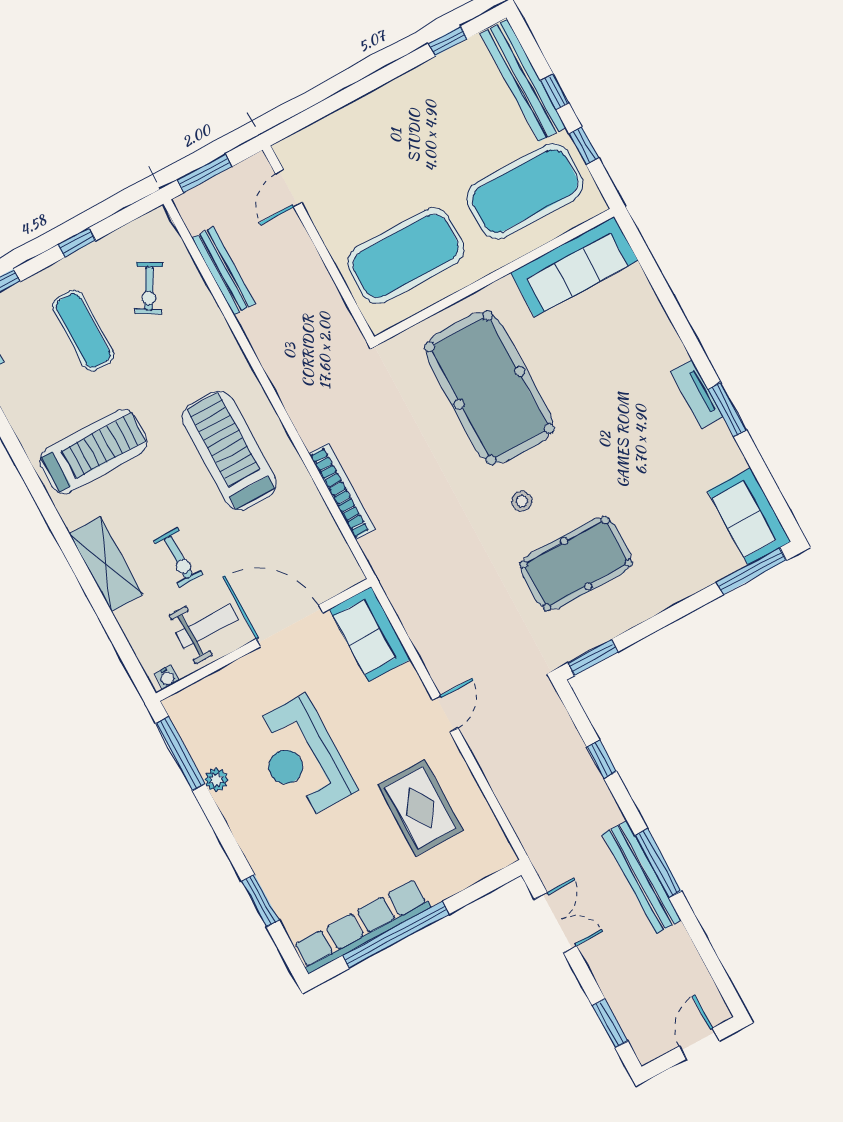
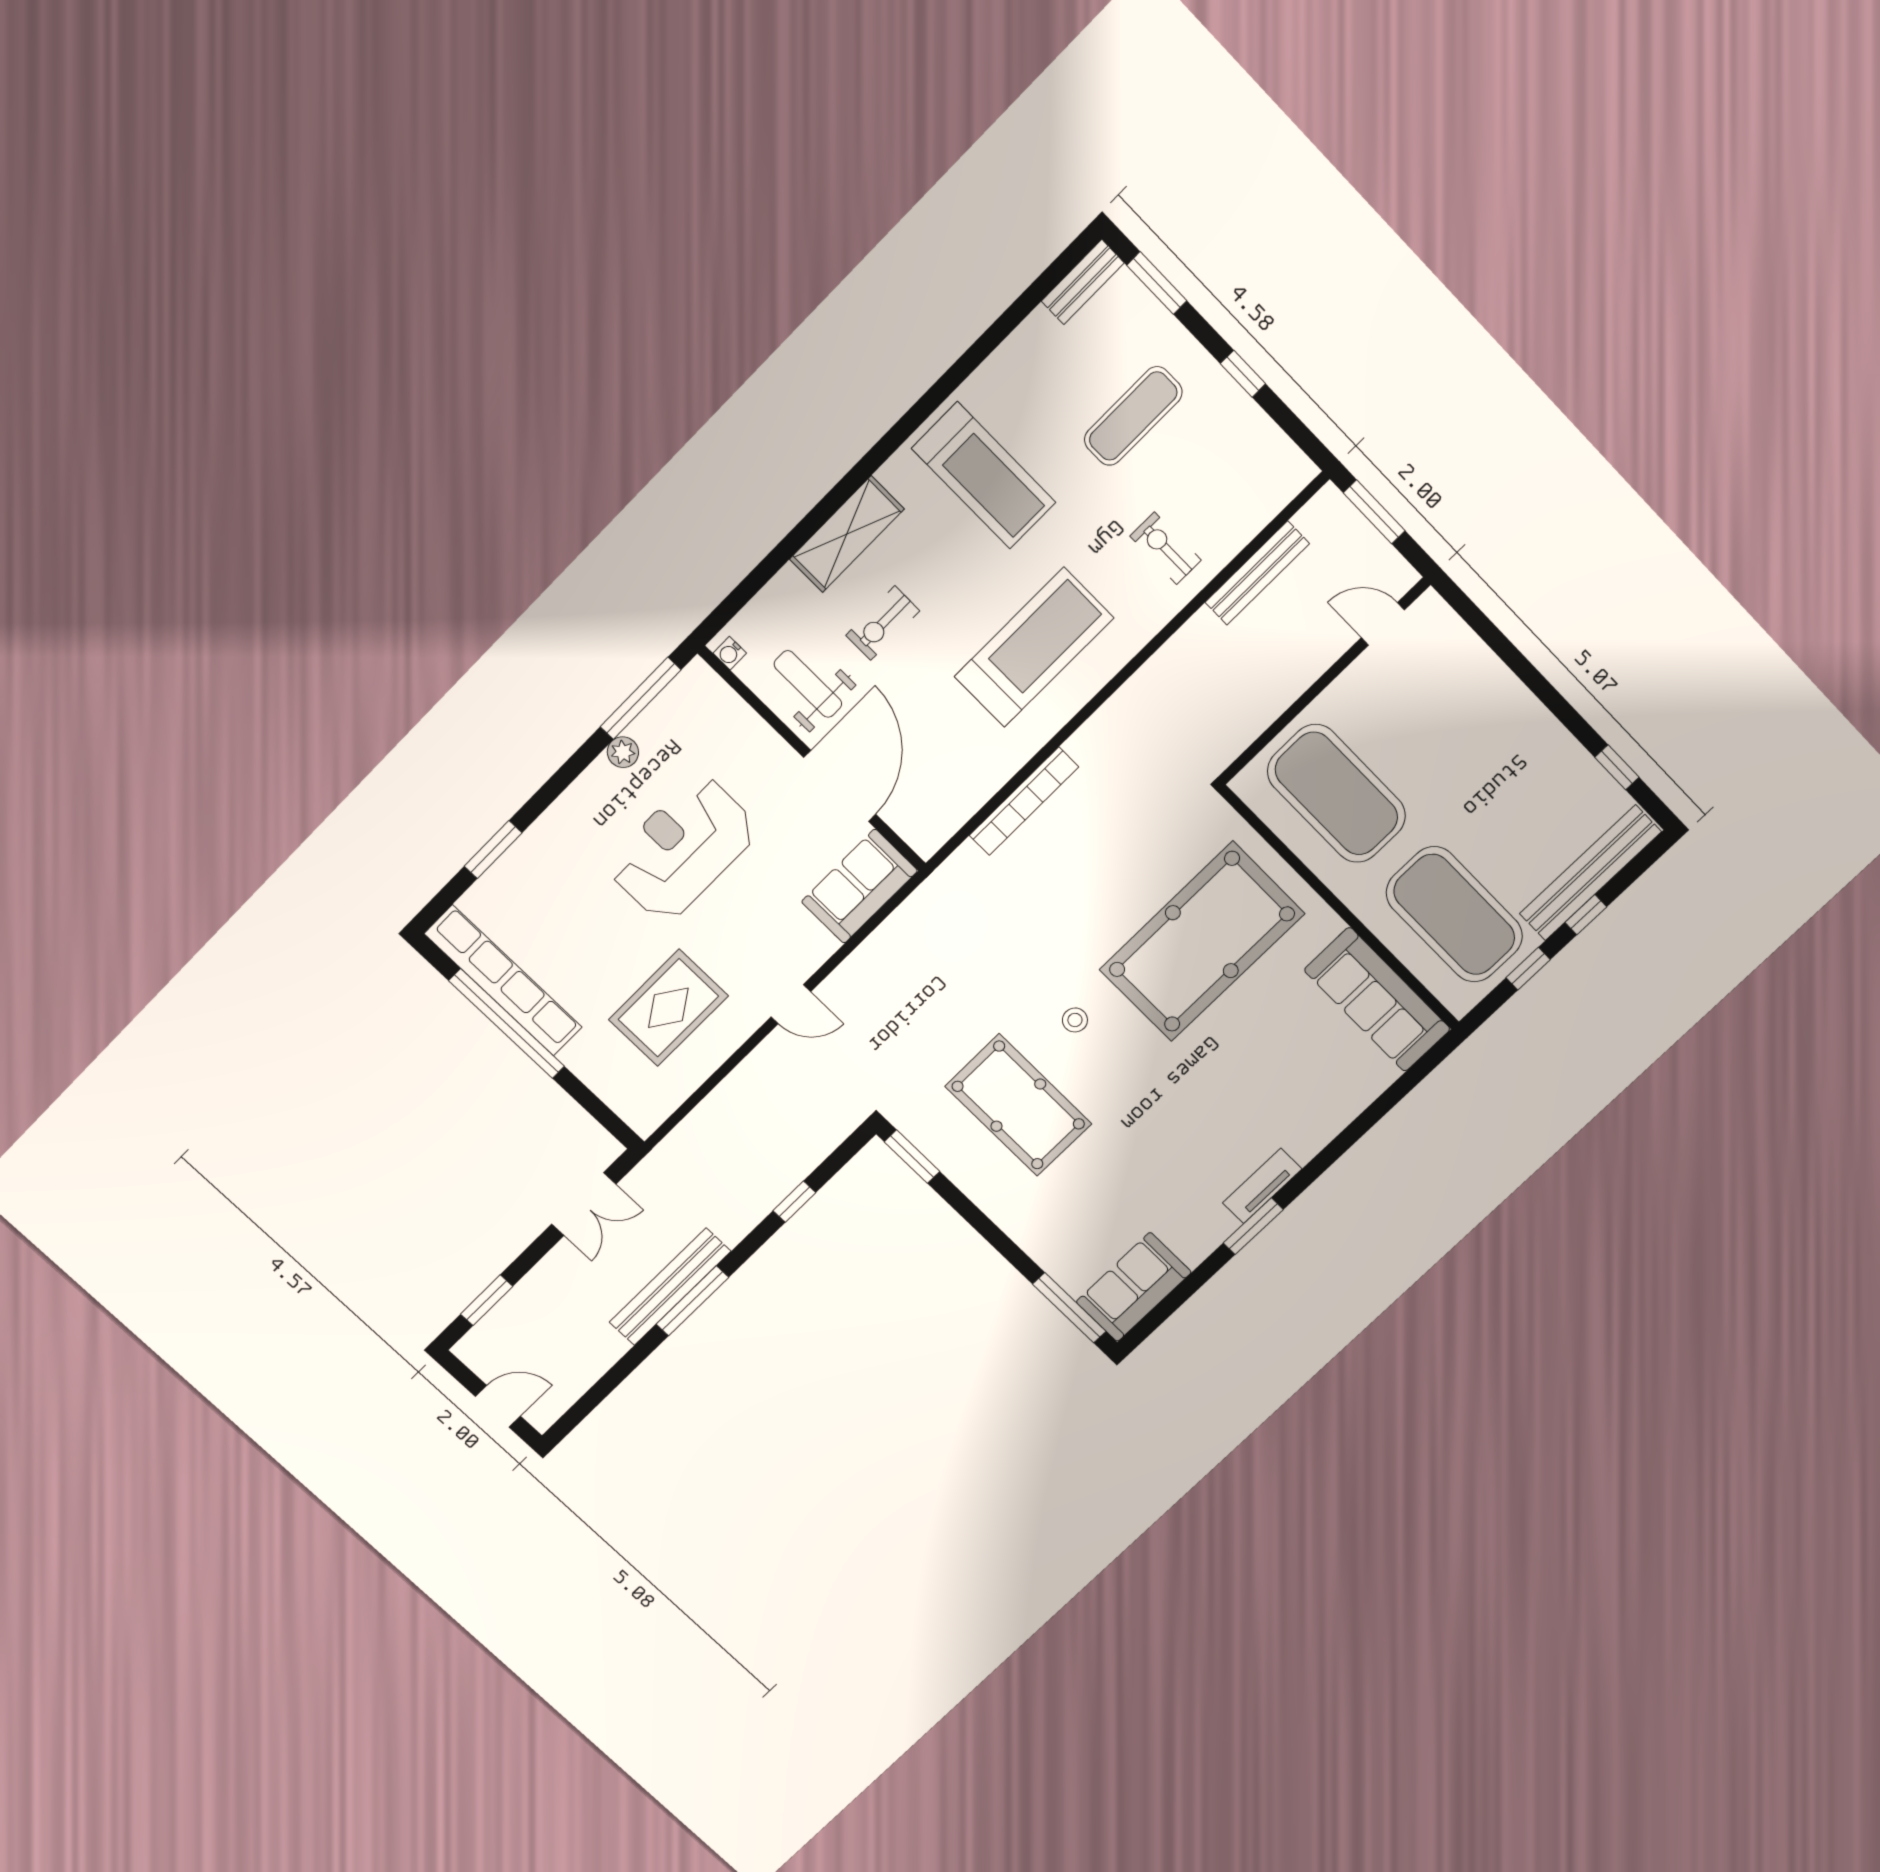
exercise bike: (149, 288) -> (1166, 548), moved, turned 60
weight bench: (207, 626) -> (808, 684), turned 180

